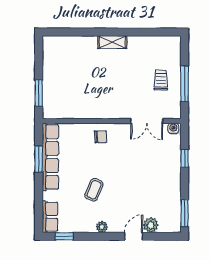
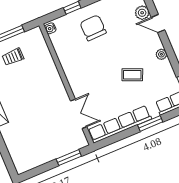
double door: (147, 121) -> (79, 114), moved
chair: (101, 137) -> (93, 28), moved, width x1.87, depth x1.87
window: (39, 159) -> (150, 123), moved

